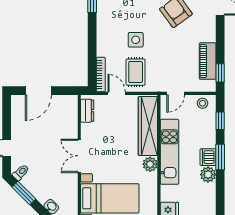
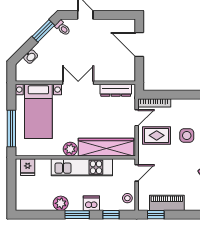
door: (176, 93) -> (137, 173), swing flipped
dresser: (87, 111) -> (116, 90), width x1.44
dishwasher: (208, 157) -> (91, 203), moved

